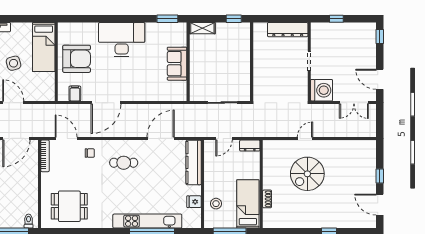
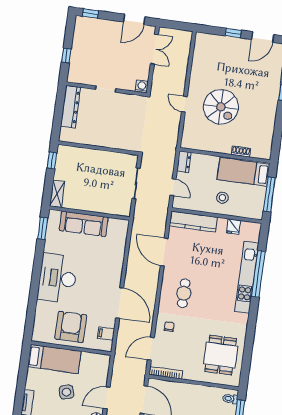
sofa: (177, 64) -> (84, 224), width x1.36
washing machine: (322, 90) -> (142, 86), width x0.53, depth x0.53
stool: (216, 204) -> (222, 198), moved

